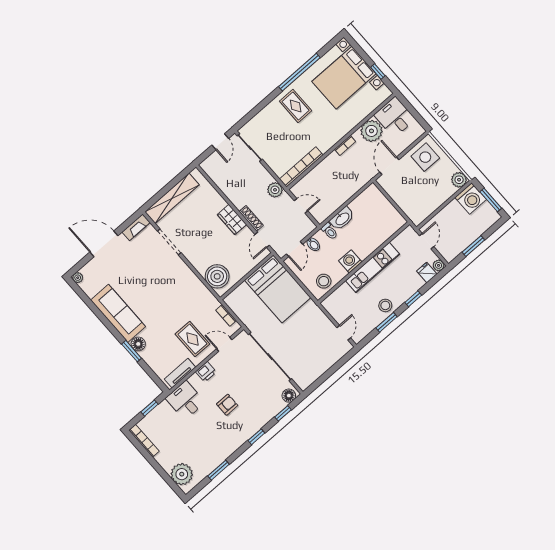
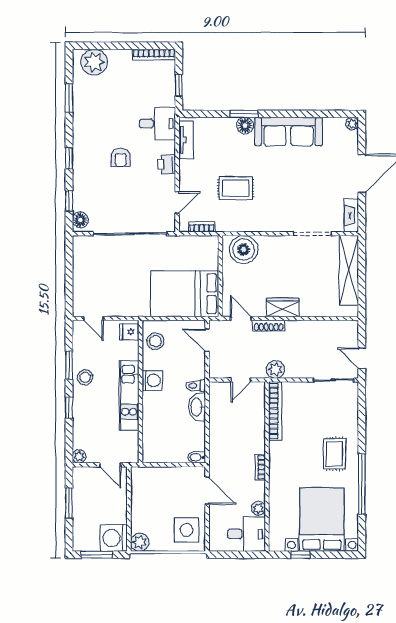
rug: (296, 106) -> (334, 454), turned 90
plant: (371, 131) -> (258, 508), width x0.53, depth x0.53
bidet: (313, 244) -> (197, 457), moved
fridge: (427, 273) -> (129, 332), moved, turned 180
rug: (192, 339) -> (236, 188), moved

